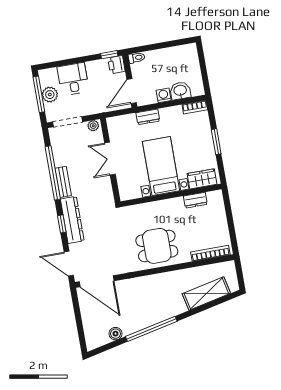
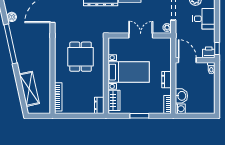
washing machine: (164, 95) -> (180, 109), moved
dresser: (148, 117) -> (166, 80), moved
dresser: (195, 200) -> (99, 105), moved
dining table: (157, 246) -> (81, 57), moved

